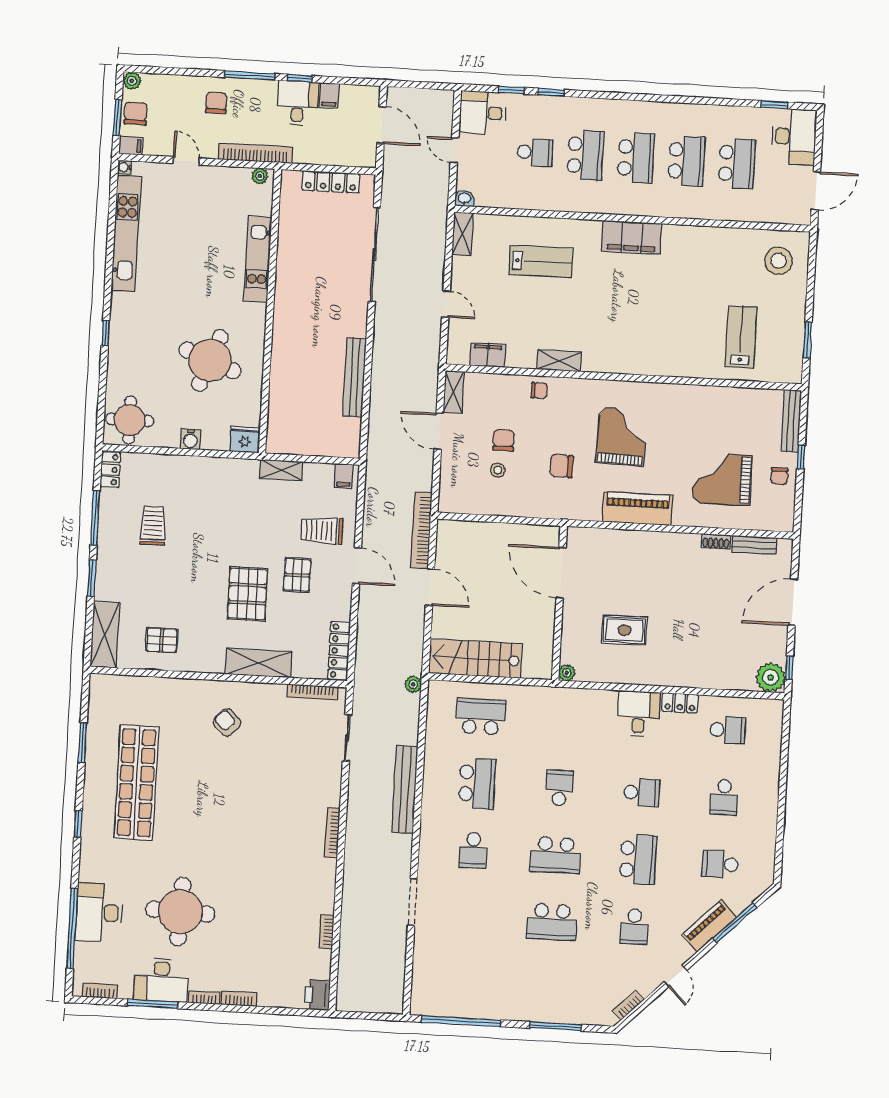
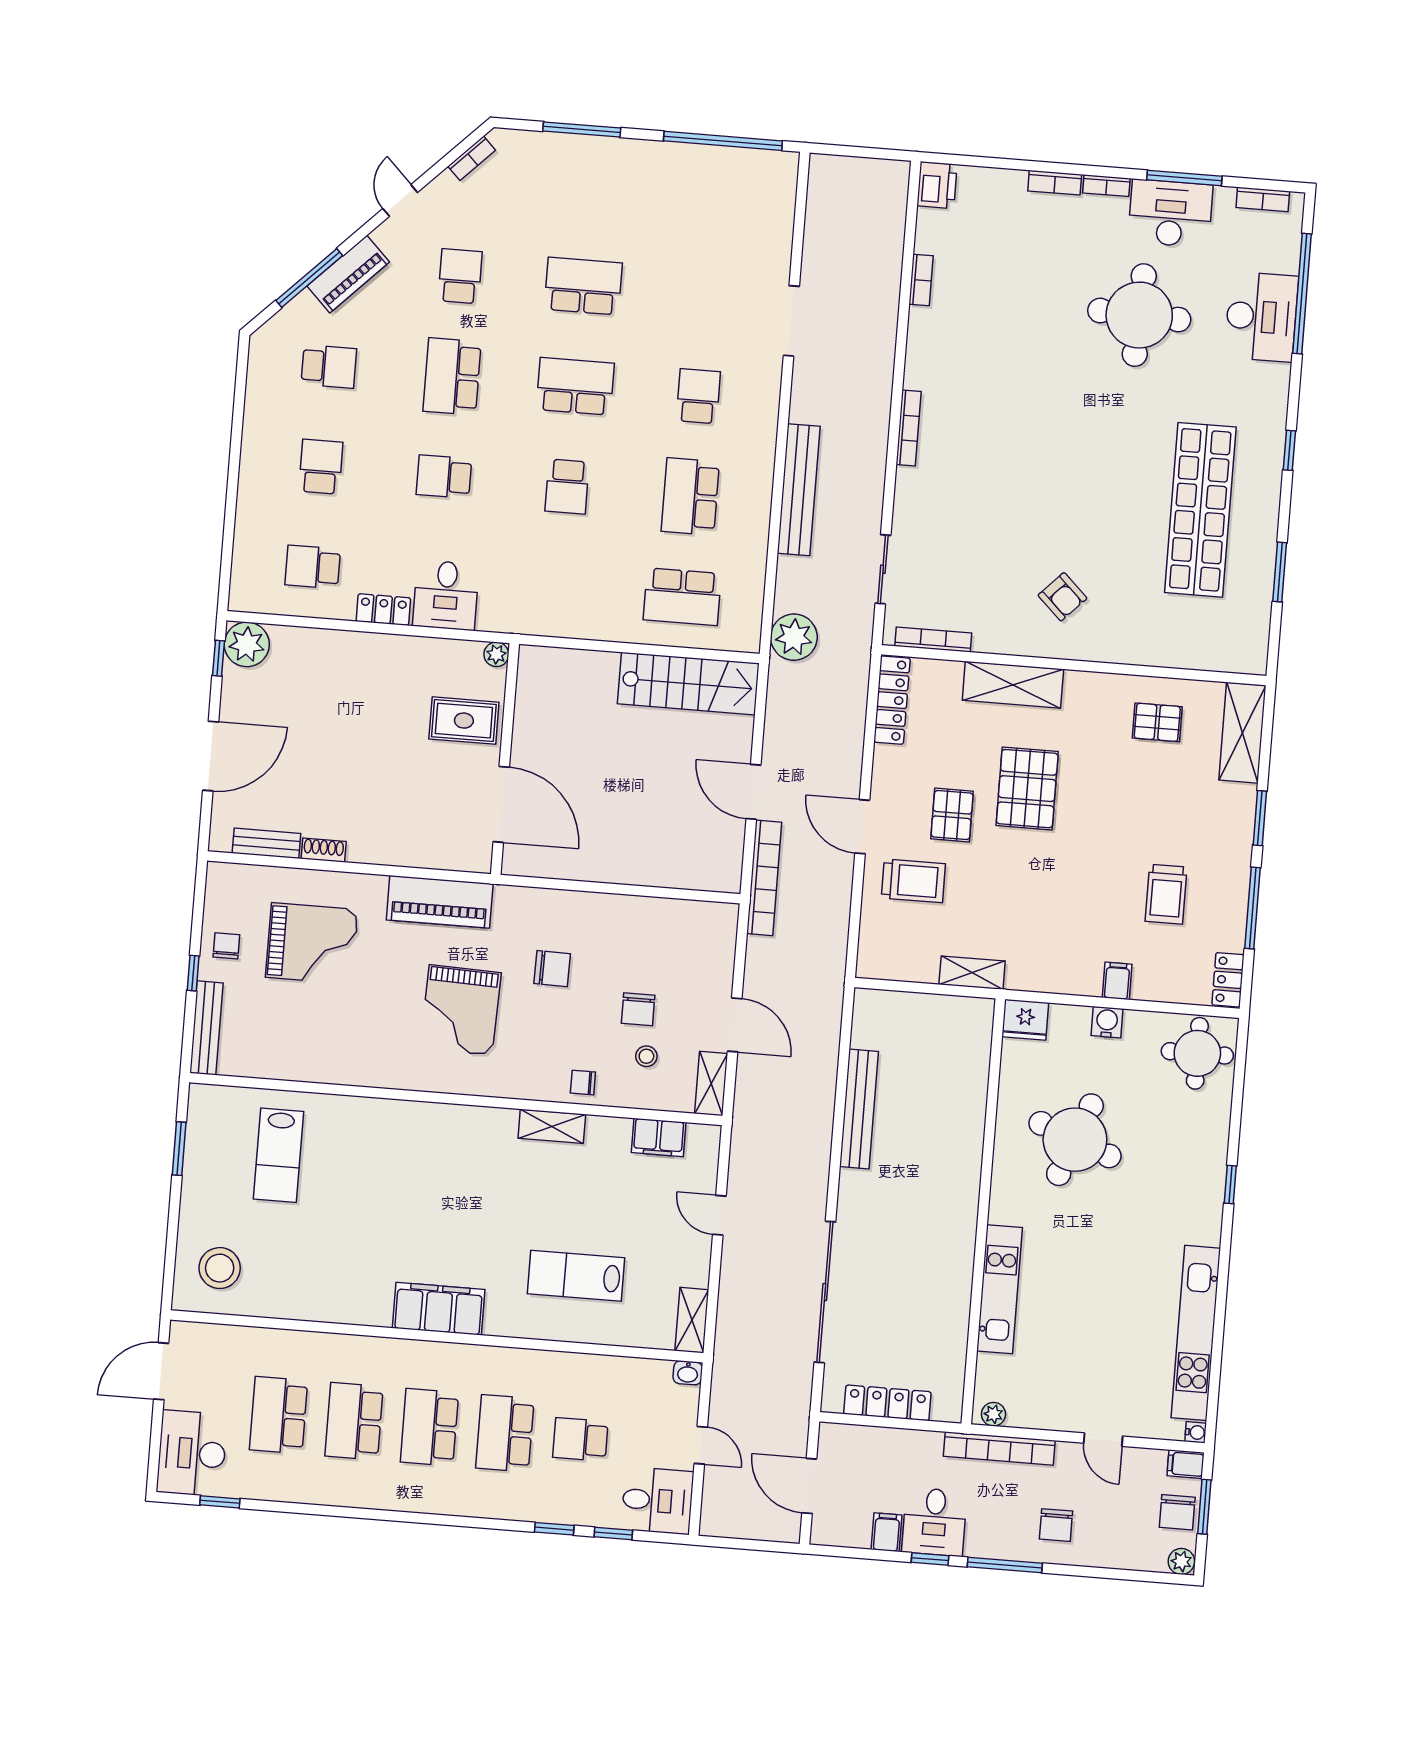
stool: (498, 470) -> (646, 1056), moved
filing cabinet: (344, 476) -> (1117, 981), moved
door: (561, 573) -> (501, 804), moved
wall: (559, 603) -> (505, 759), moved
plant: (567, 673) -> (496, 654), moved
plant: (413, 684) -> (794, 637), width x1.87, depth x1.87

